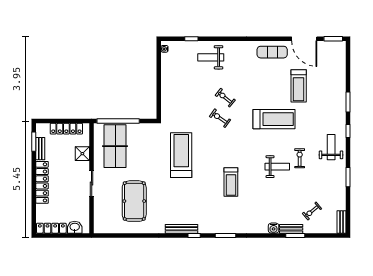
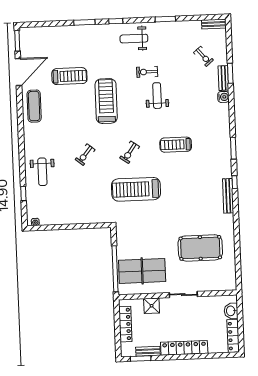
exercise bike: (220, 118) -> (130, 152), moved
treadmill: (181, 155) -> (136, 189), moved
treadmill: (231, 182) -> (176, 145), turned 180

